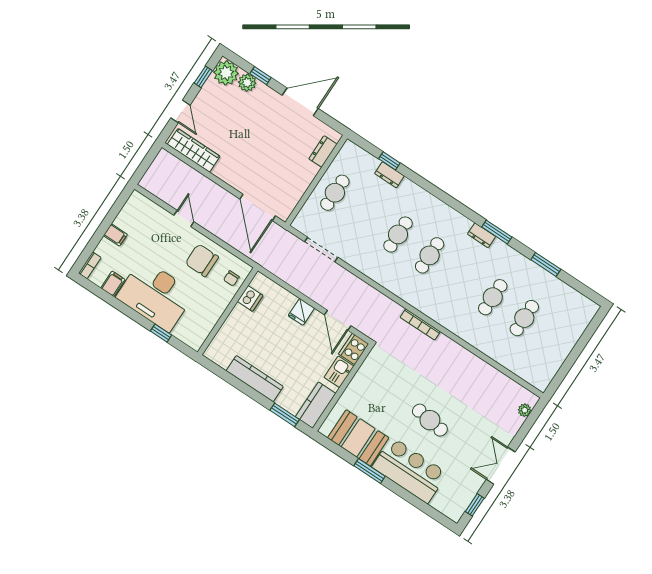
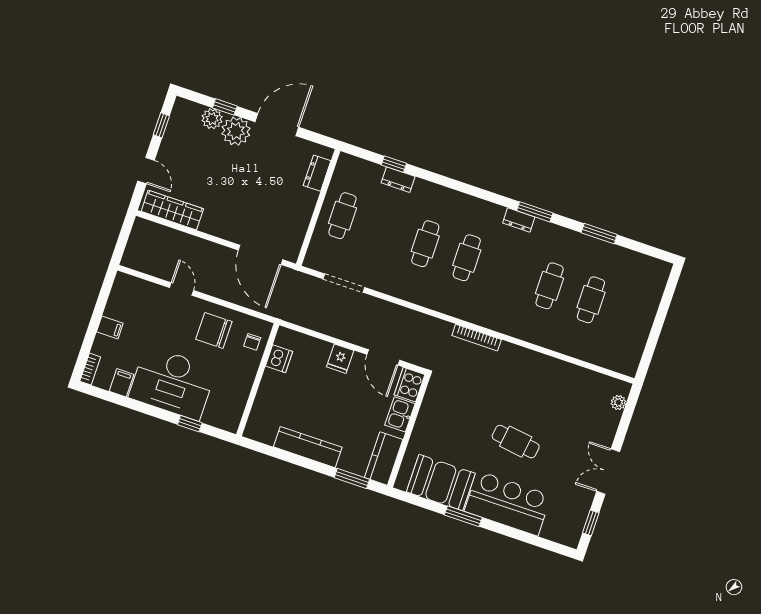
plant: (226, 73) -> (236, 131), moved

